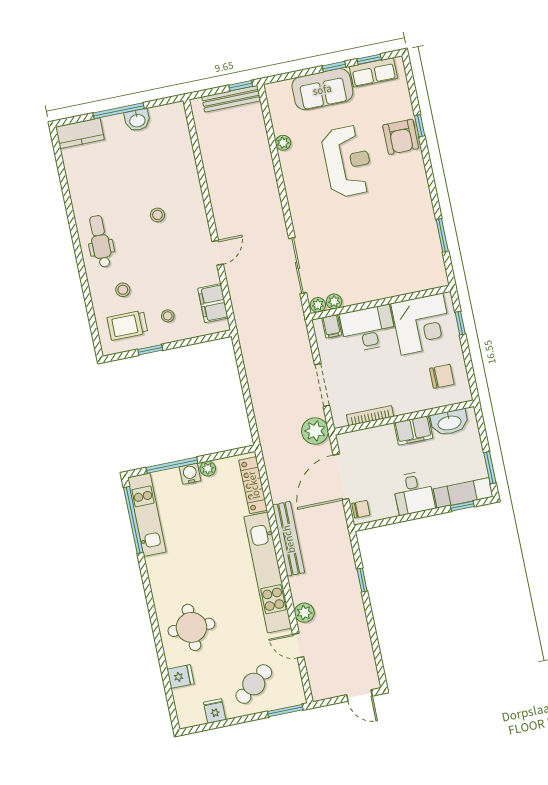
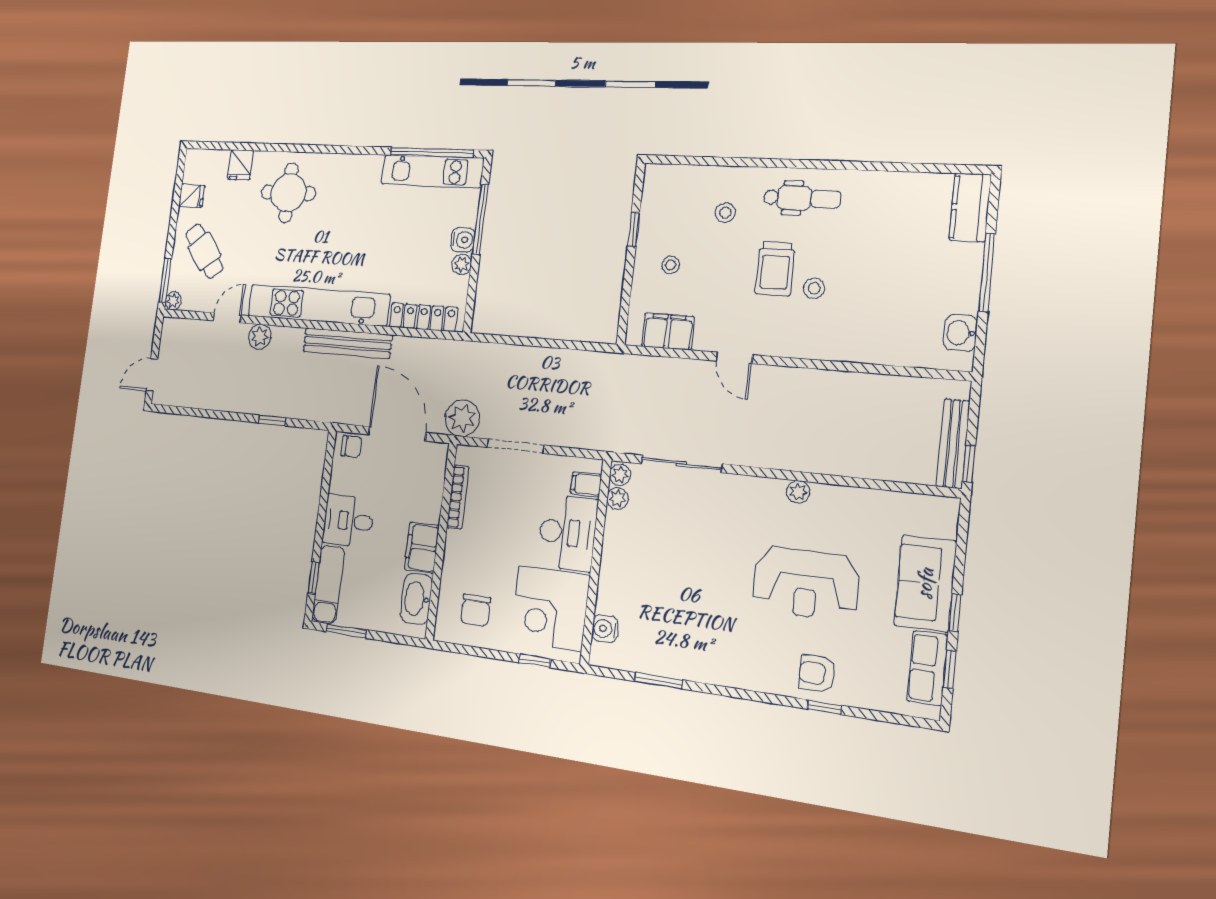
washbasin: (137, 120) -> (960, 333), moved
armchair: (401, 137) -> (817, 673), width x0.72, depth x0.72
plant: (283, 143) -> (798, 492), moved
water cooler: (422, 282) -> (605, 629), added
trolley: (127, 325) -> (775, 268), moved, turned 180
chair: (361, 509) -> (352, 446), turned -90
plant: (299, 698) -> (173, 301), added

